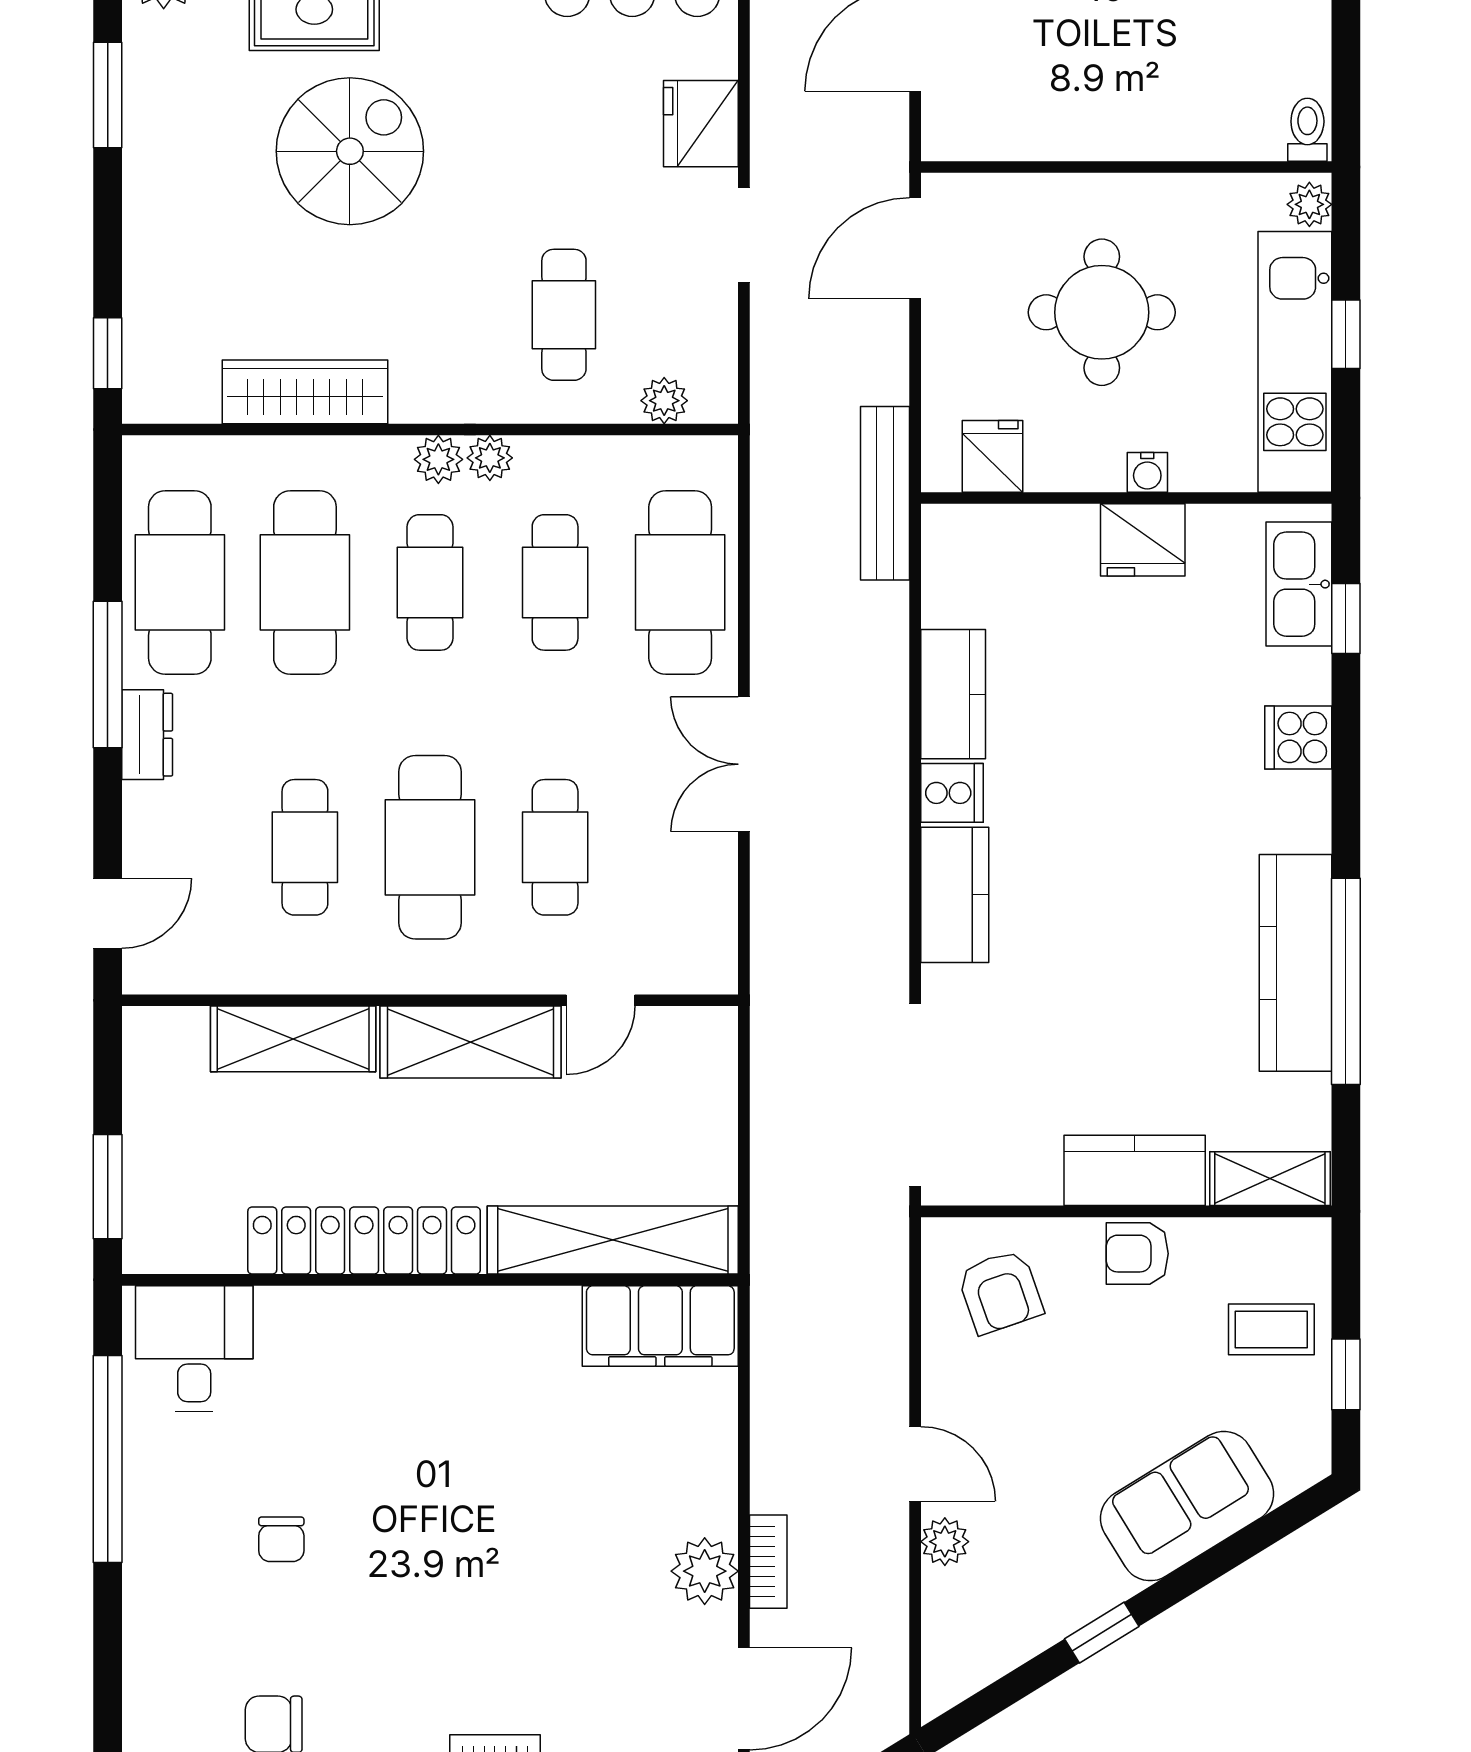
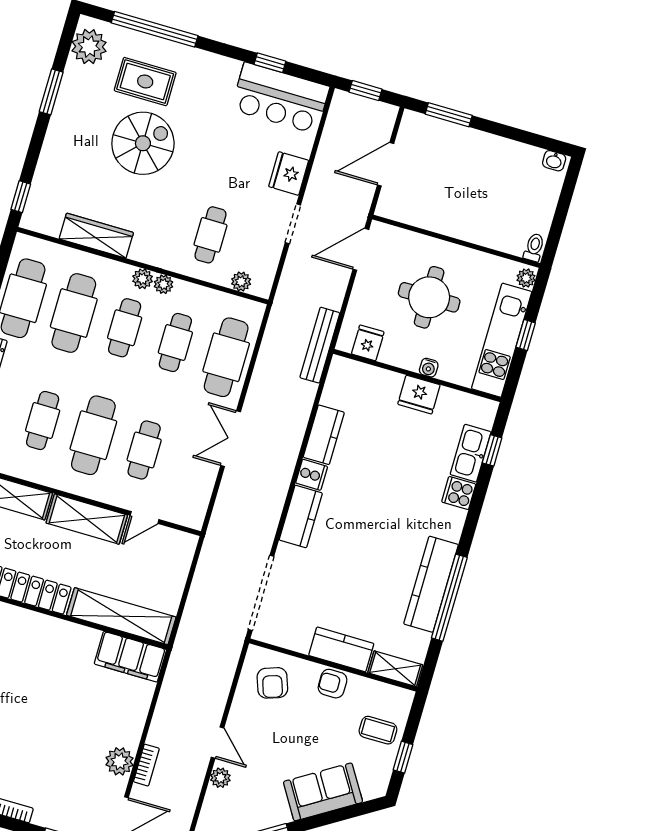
kitchen sink: (1299, 584) -> (471, 453), moved

